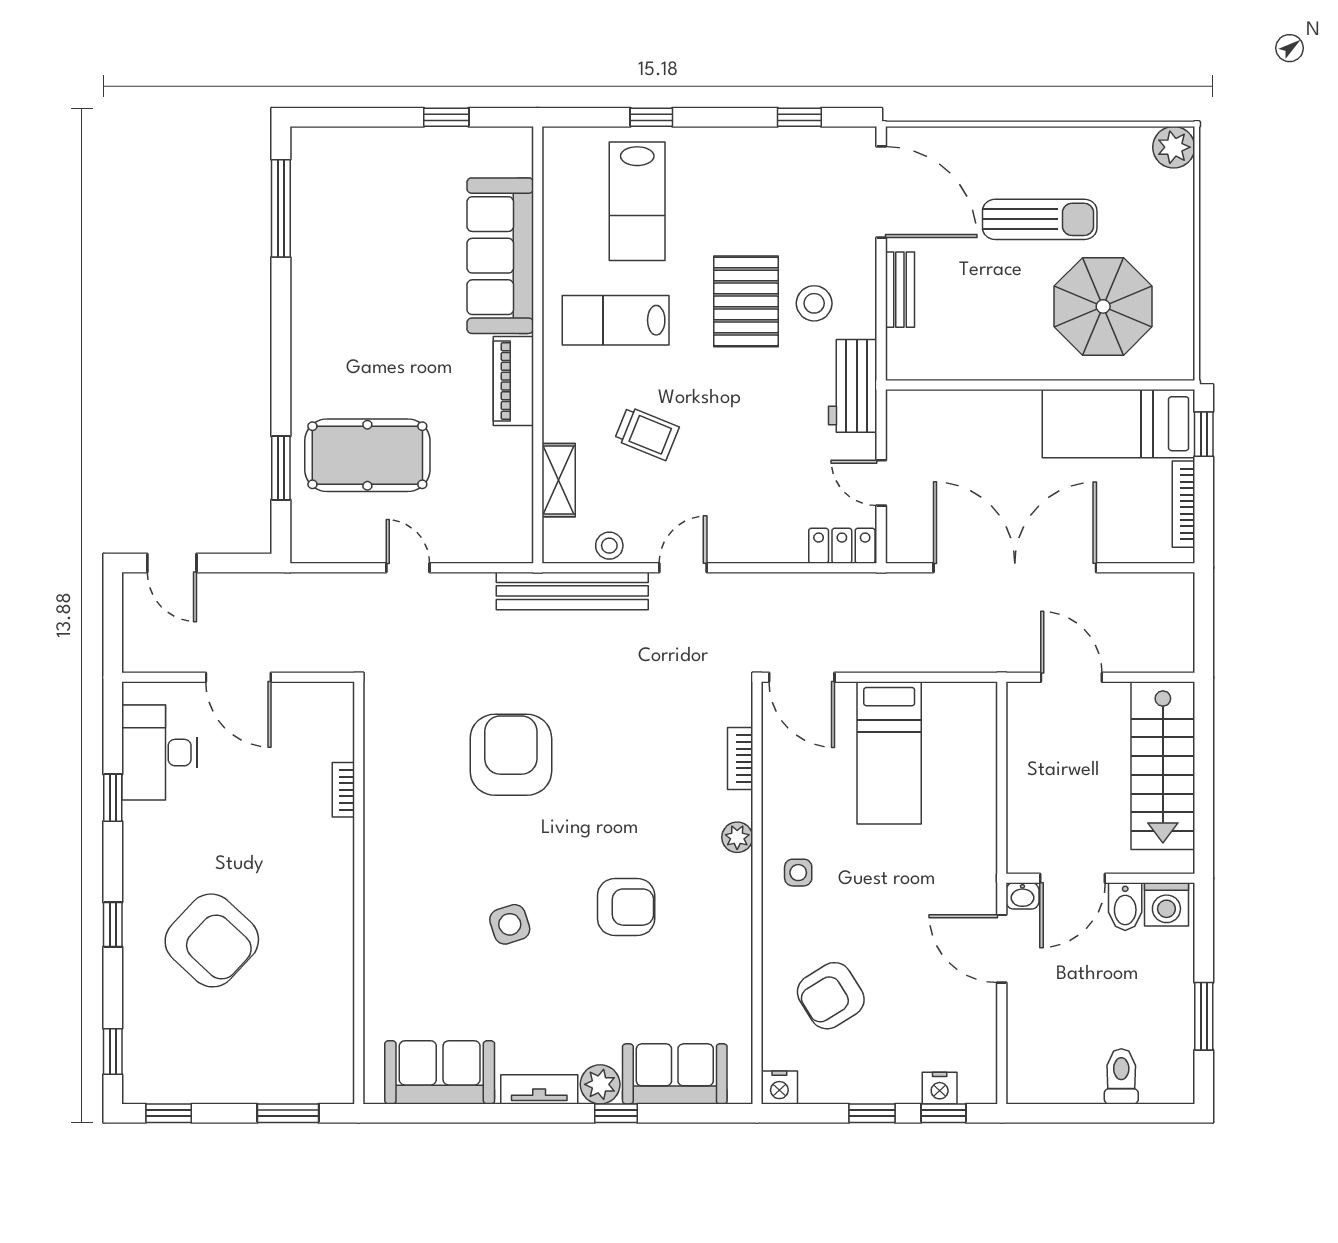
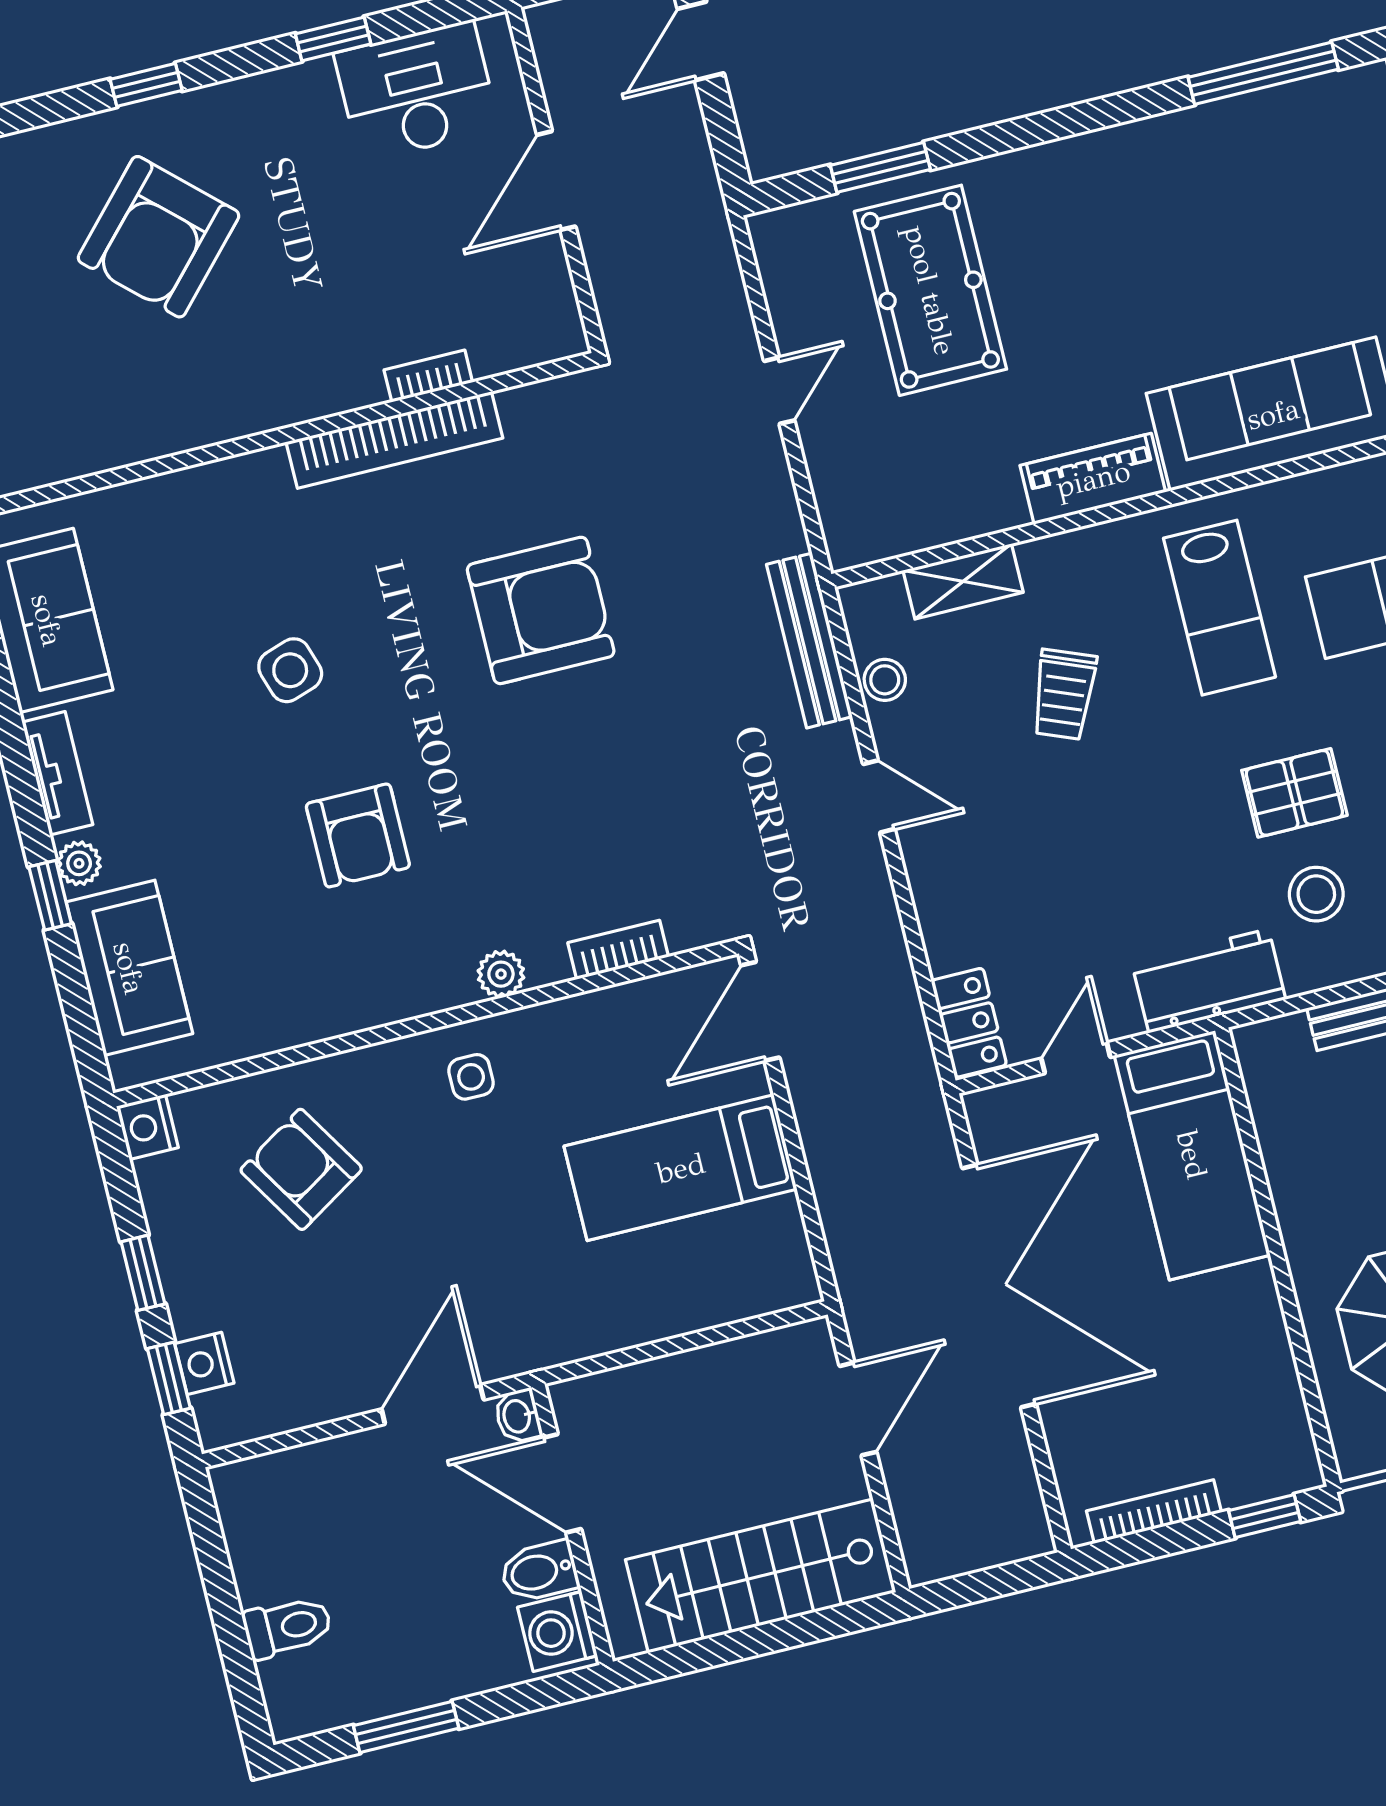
pallet: (746, 301) -> (1294, 793), width x0.67, depth x0.71
lab bench: (616, 320) -> (1219, 608), turned 180
bed: (1118, 424) -> (1192, 1155), moved, turned 180
bench: (572, 591) -> (809, 641), width x0.73, depth x0.82
bookcase: (379, 821) -> (394, 440), added
plant: (600, 1084) -> (79, 863), width x0.73, depth x0.73

